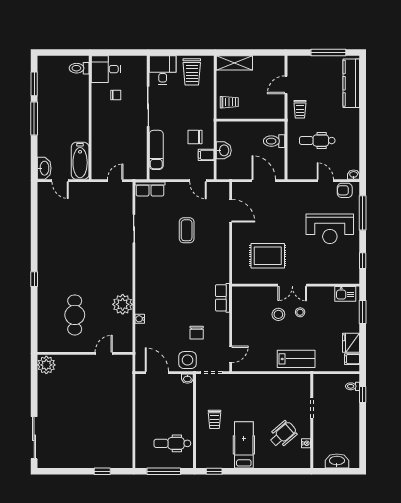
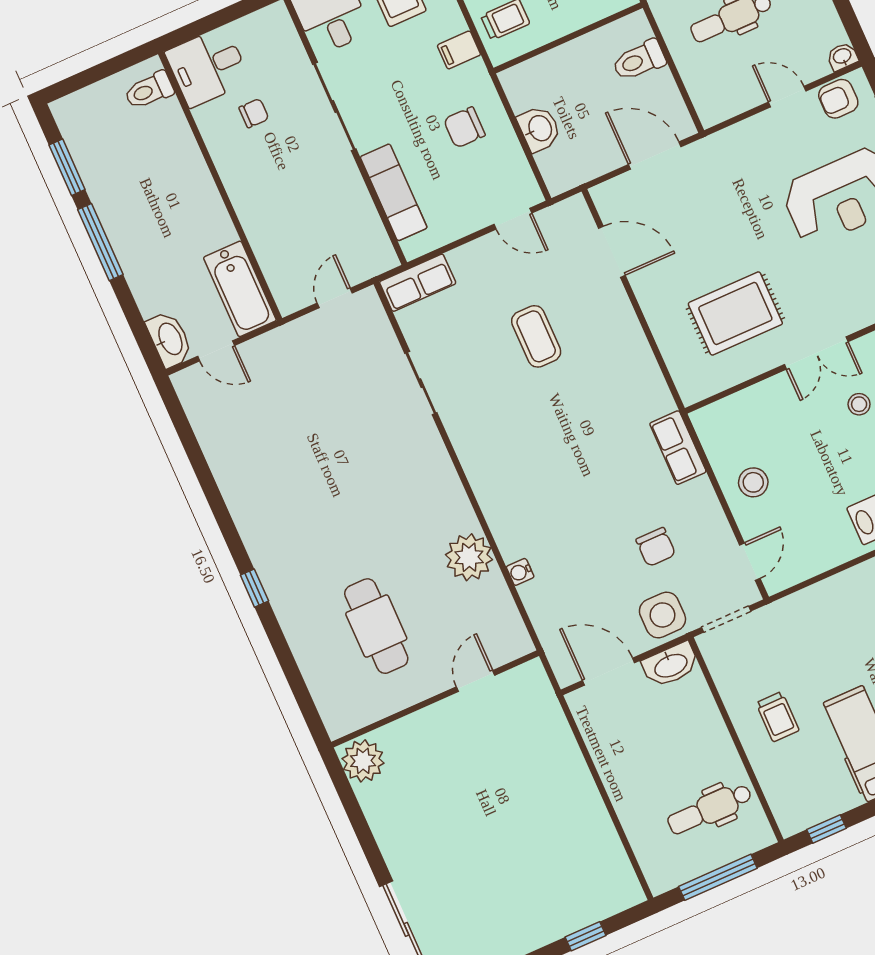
filing cabinet: (206, 155) -> (459, 50), moved
stool: (278, 314) -> (753, 482), moved
washbasin: (187, 379) -> (671, 665), width x1.91, depth x1.45

